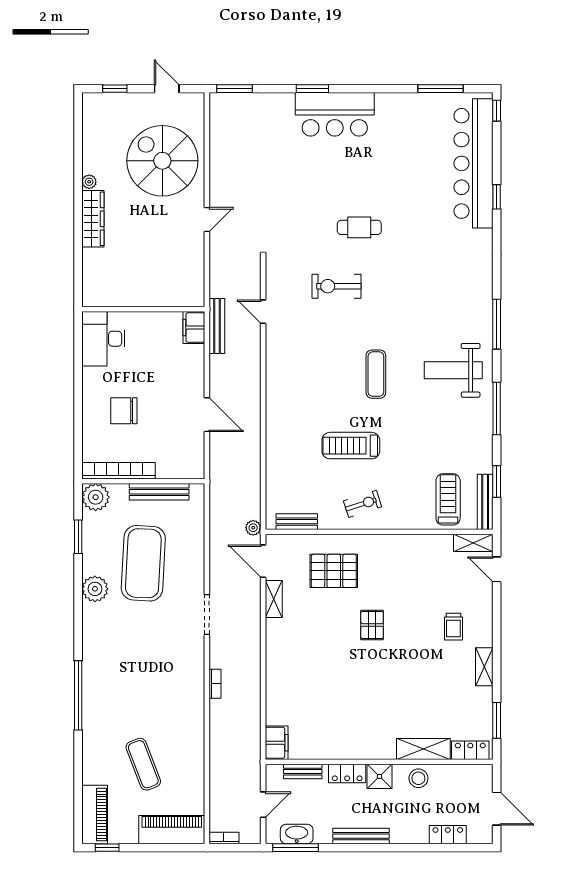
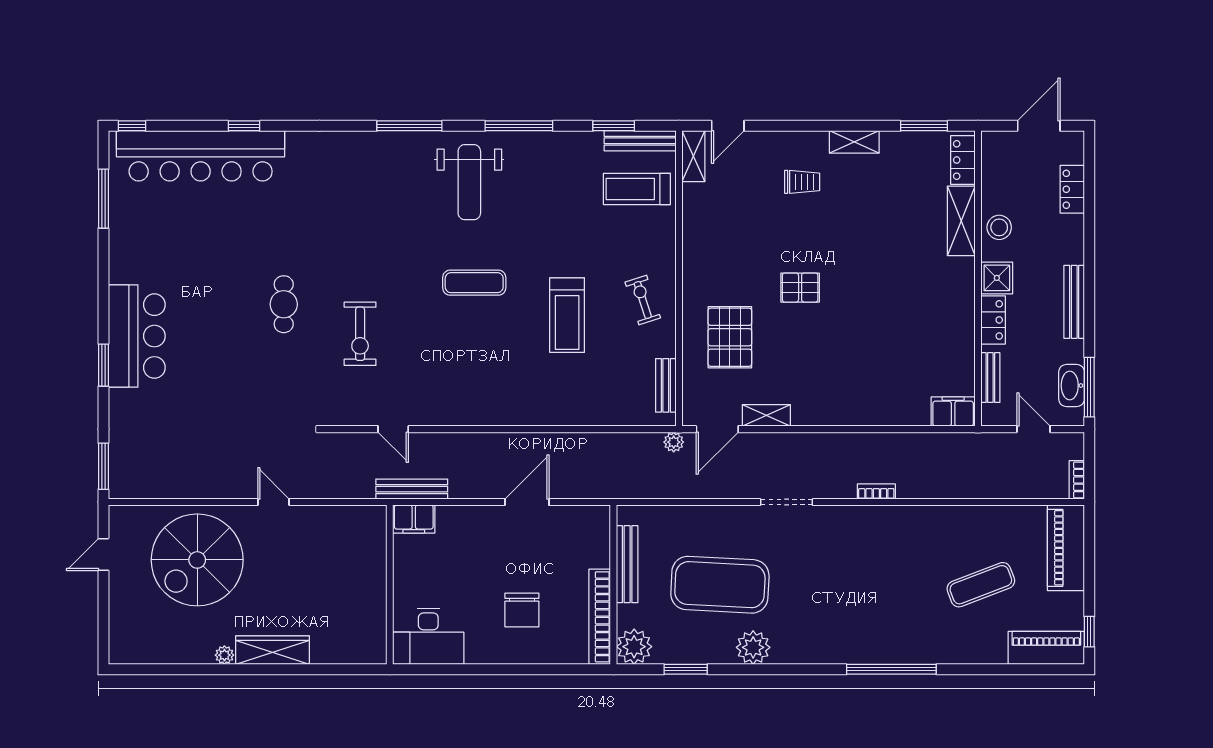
window: (115, 89) -> (103, 621), removed
door: (263, 312) -> (393, 429), hinge flipped

